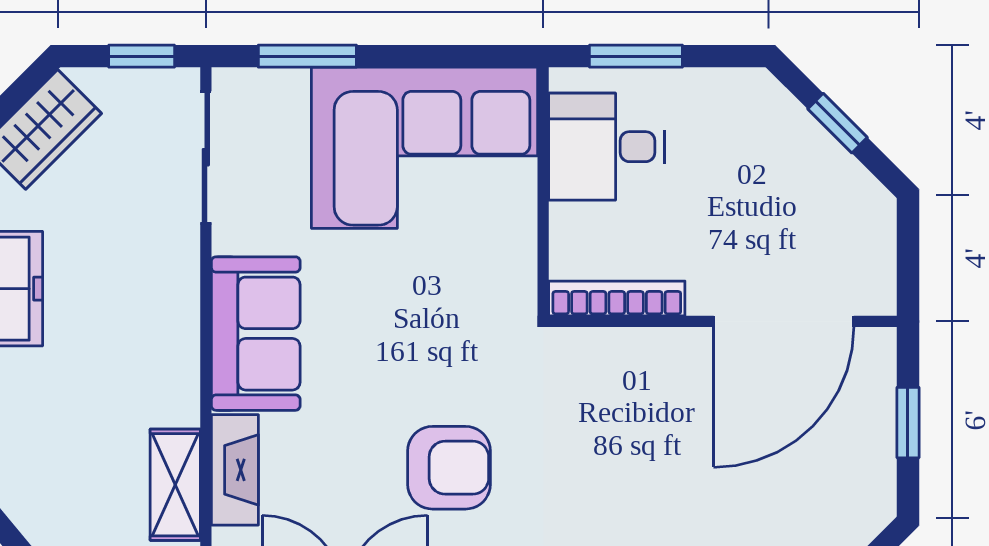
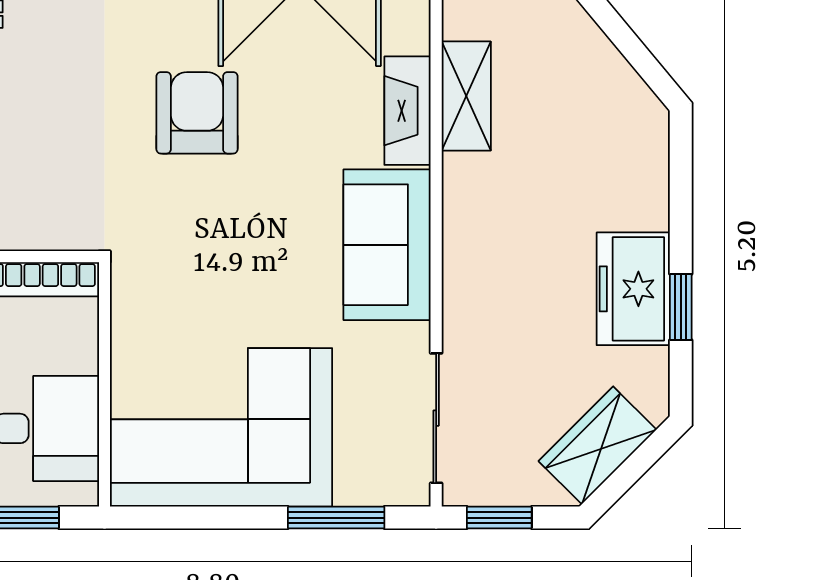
armchair: (449, 468) -> (197, 113), turned 90

